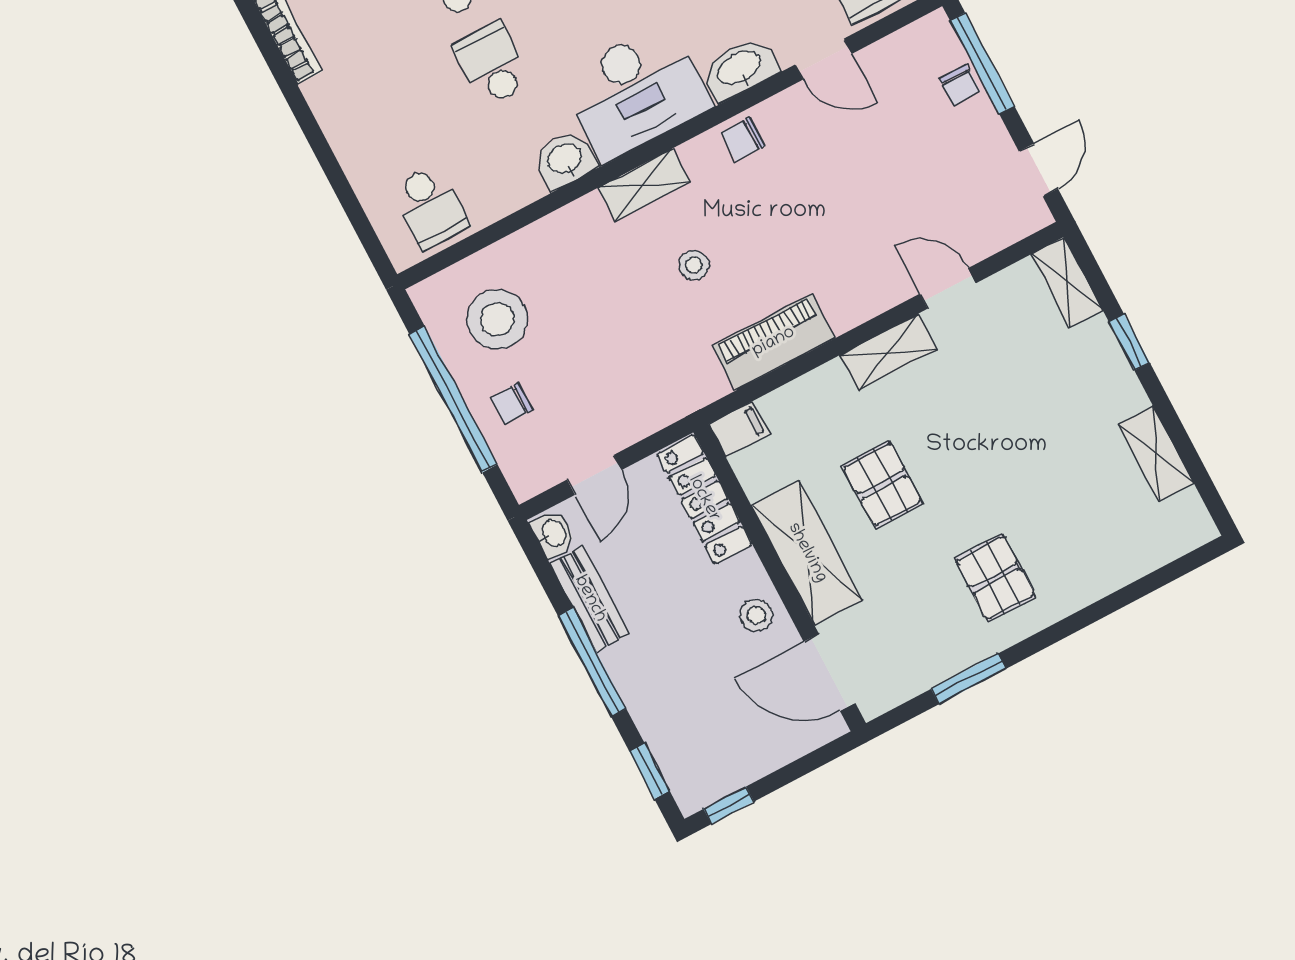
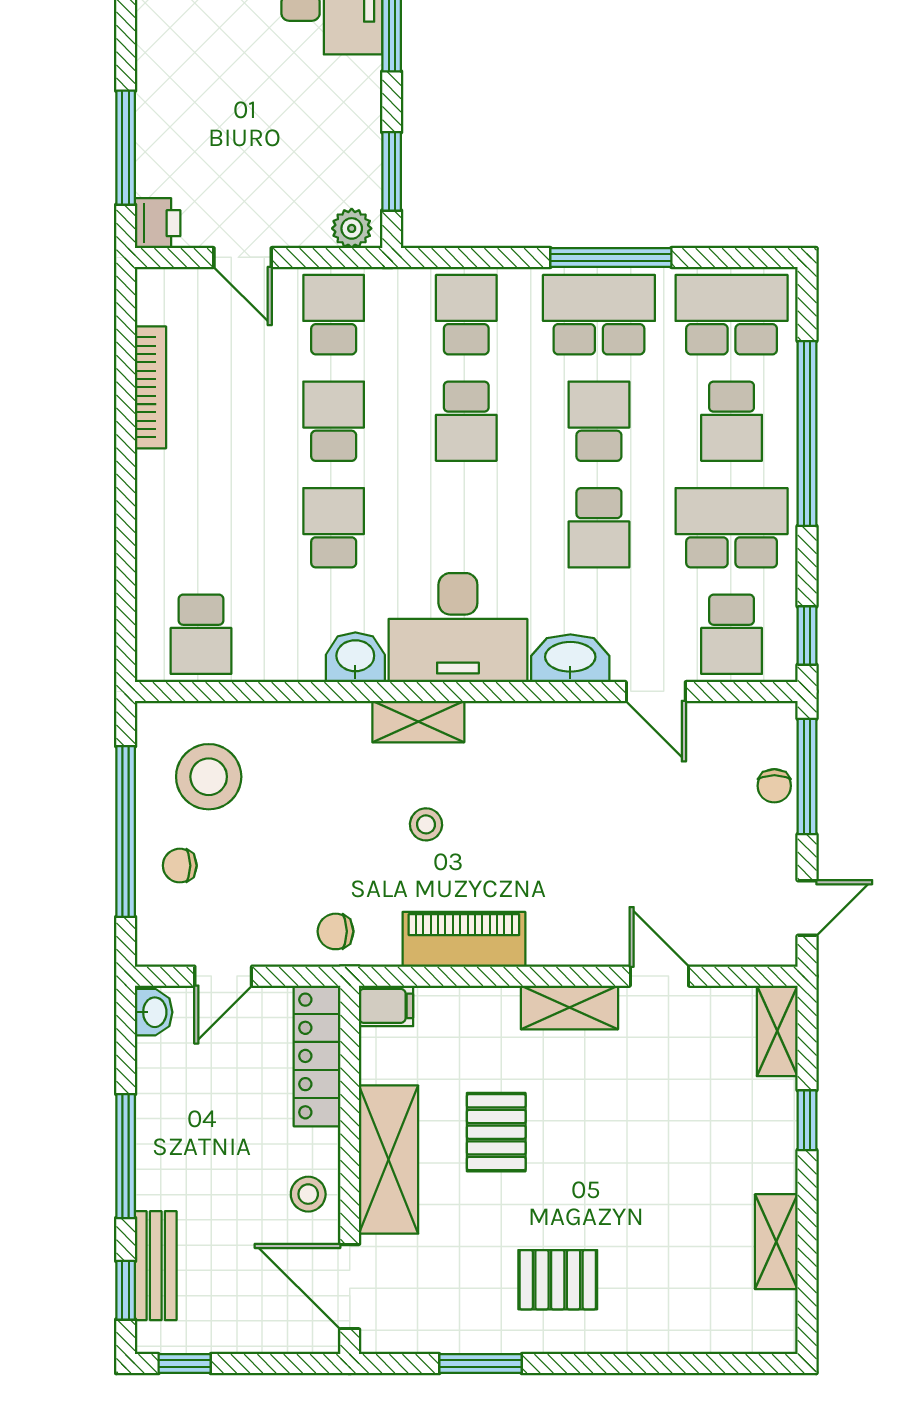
chair: (743, 139) -> (336, 931), moved
pallet: (995, 578) -> (558, 1280), turned 90
bench: (590, 599) -> (156, 1266), moved

